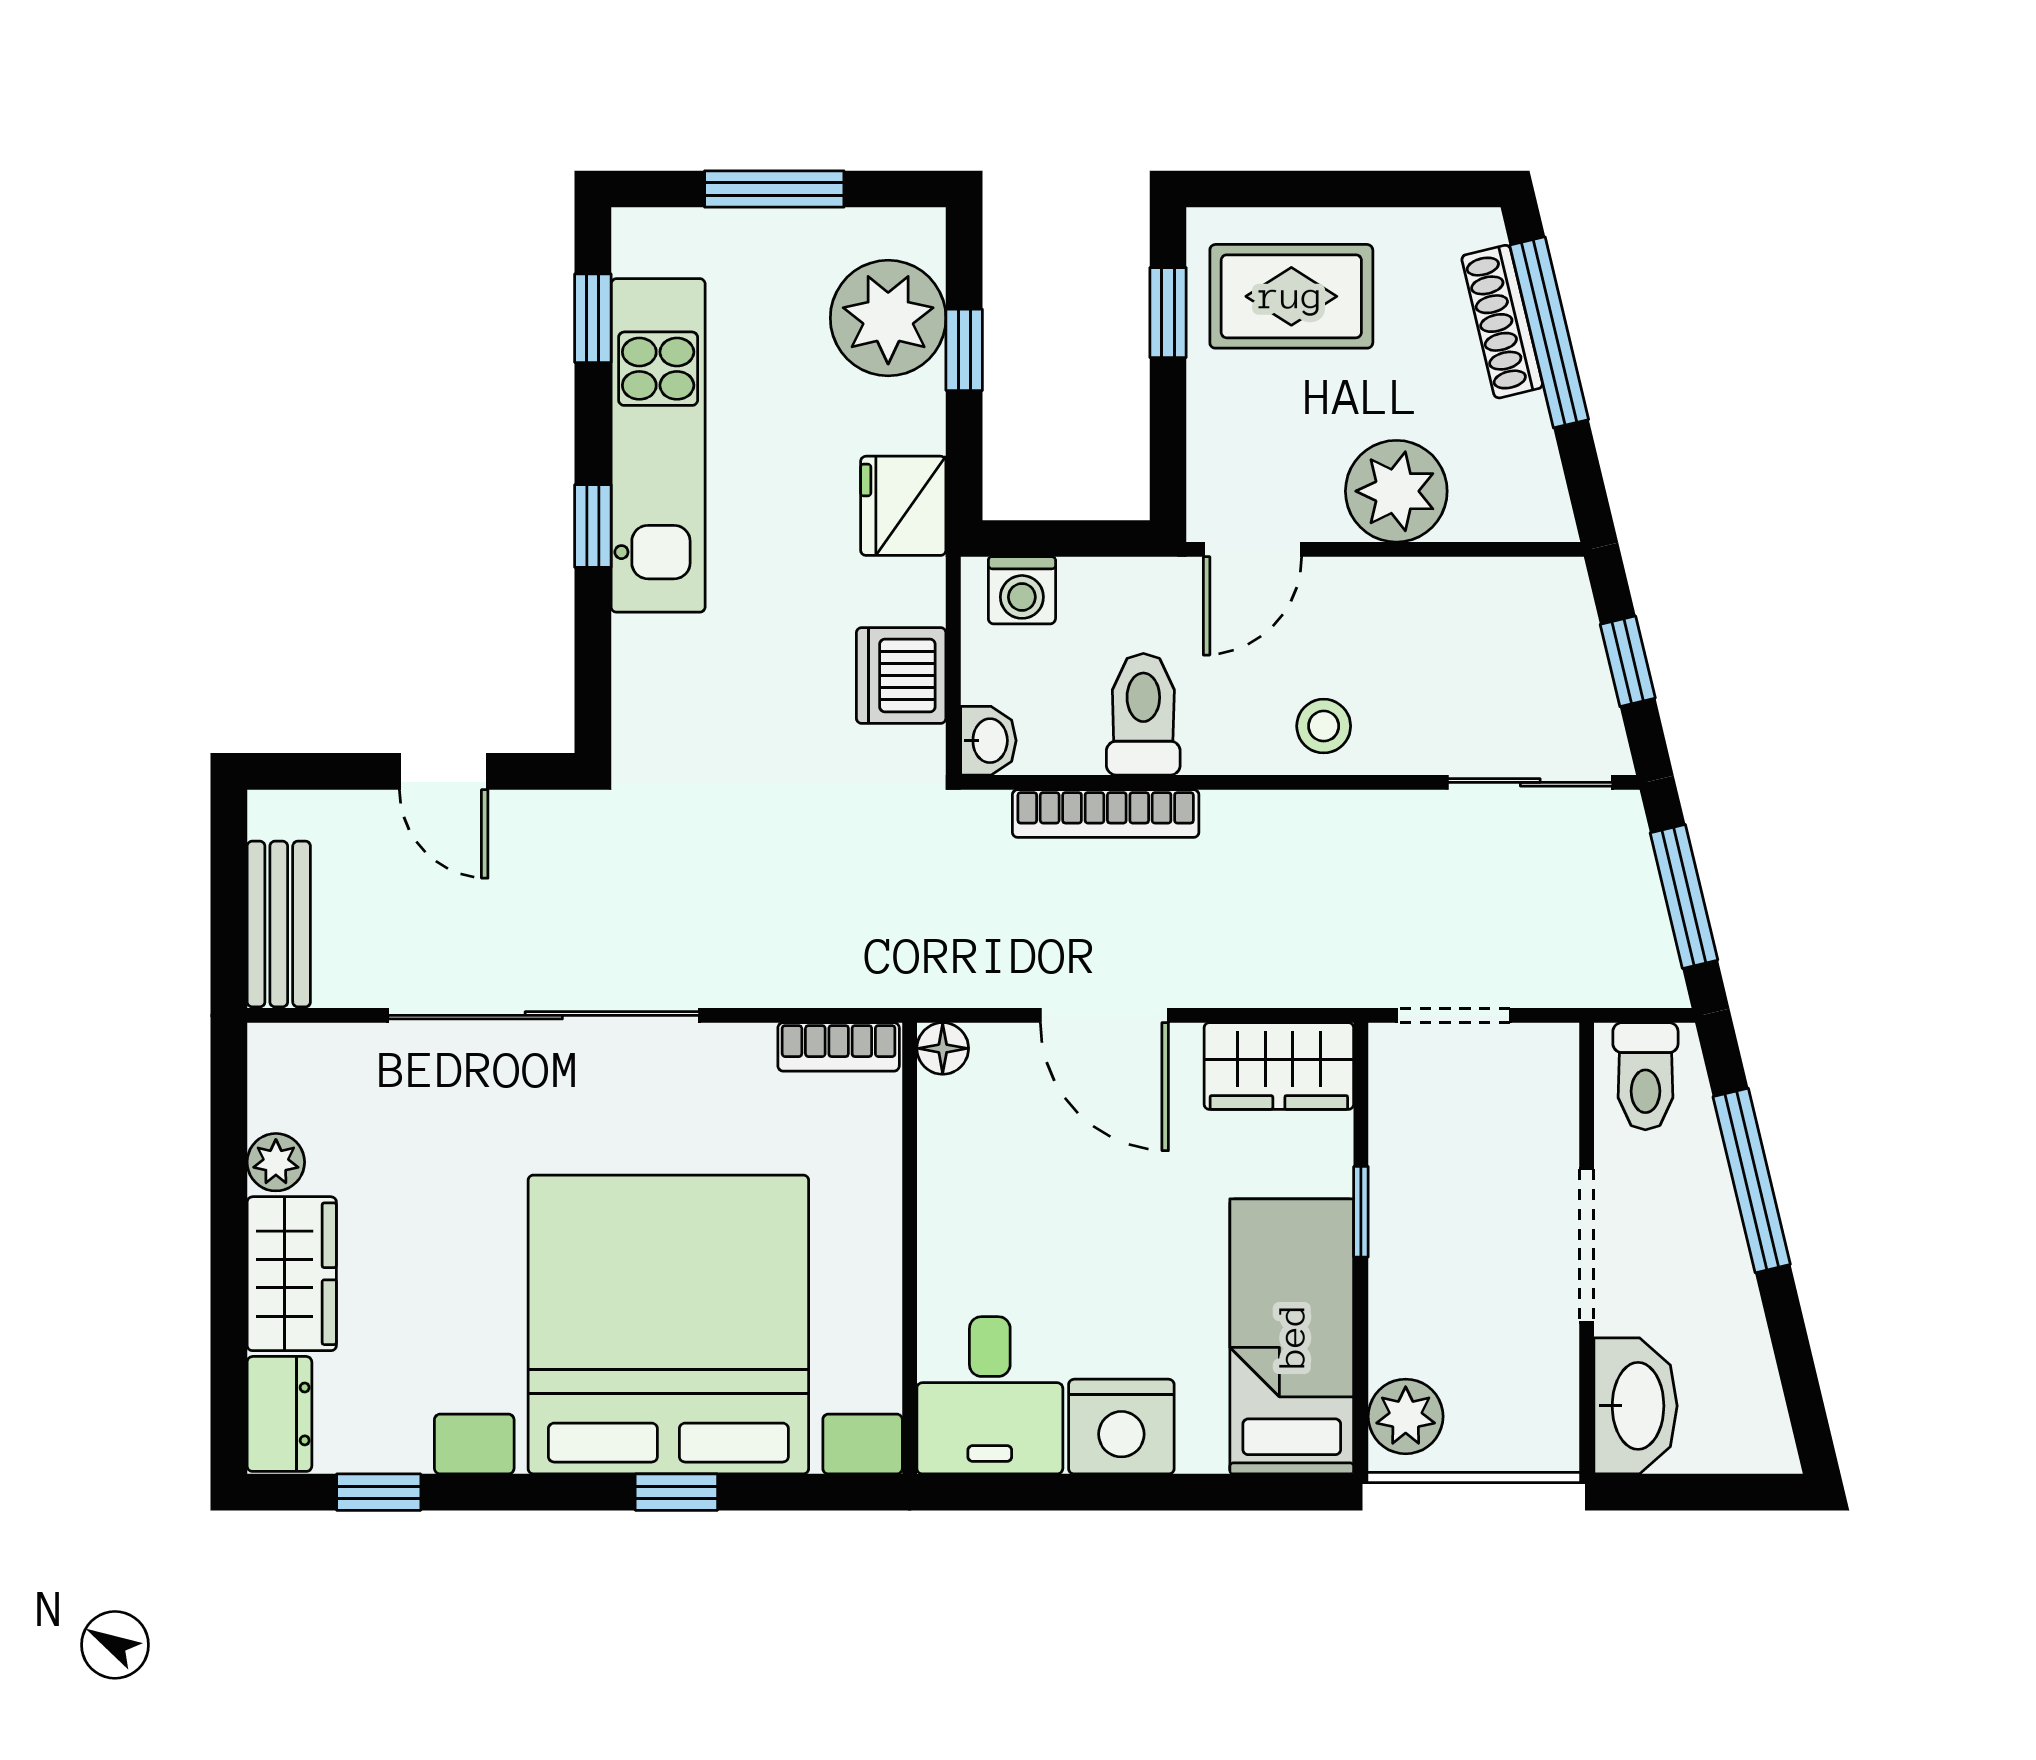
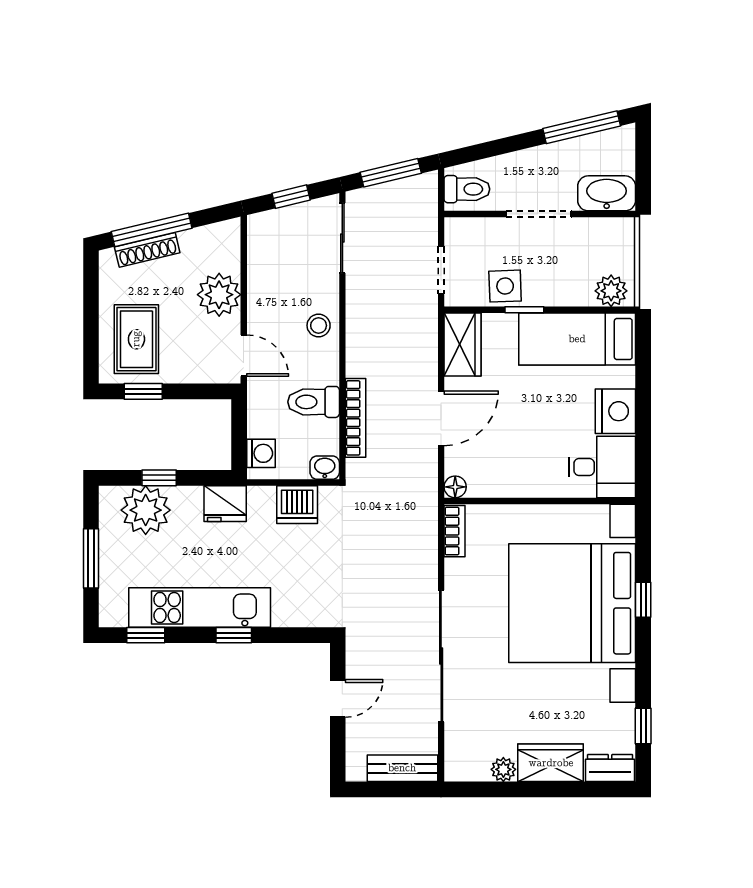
side table: (1417, 1166) -> (505, 286), added
window: (1752, 1181) -> (582, 127), moved

